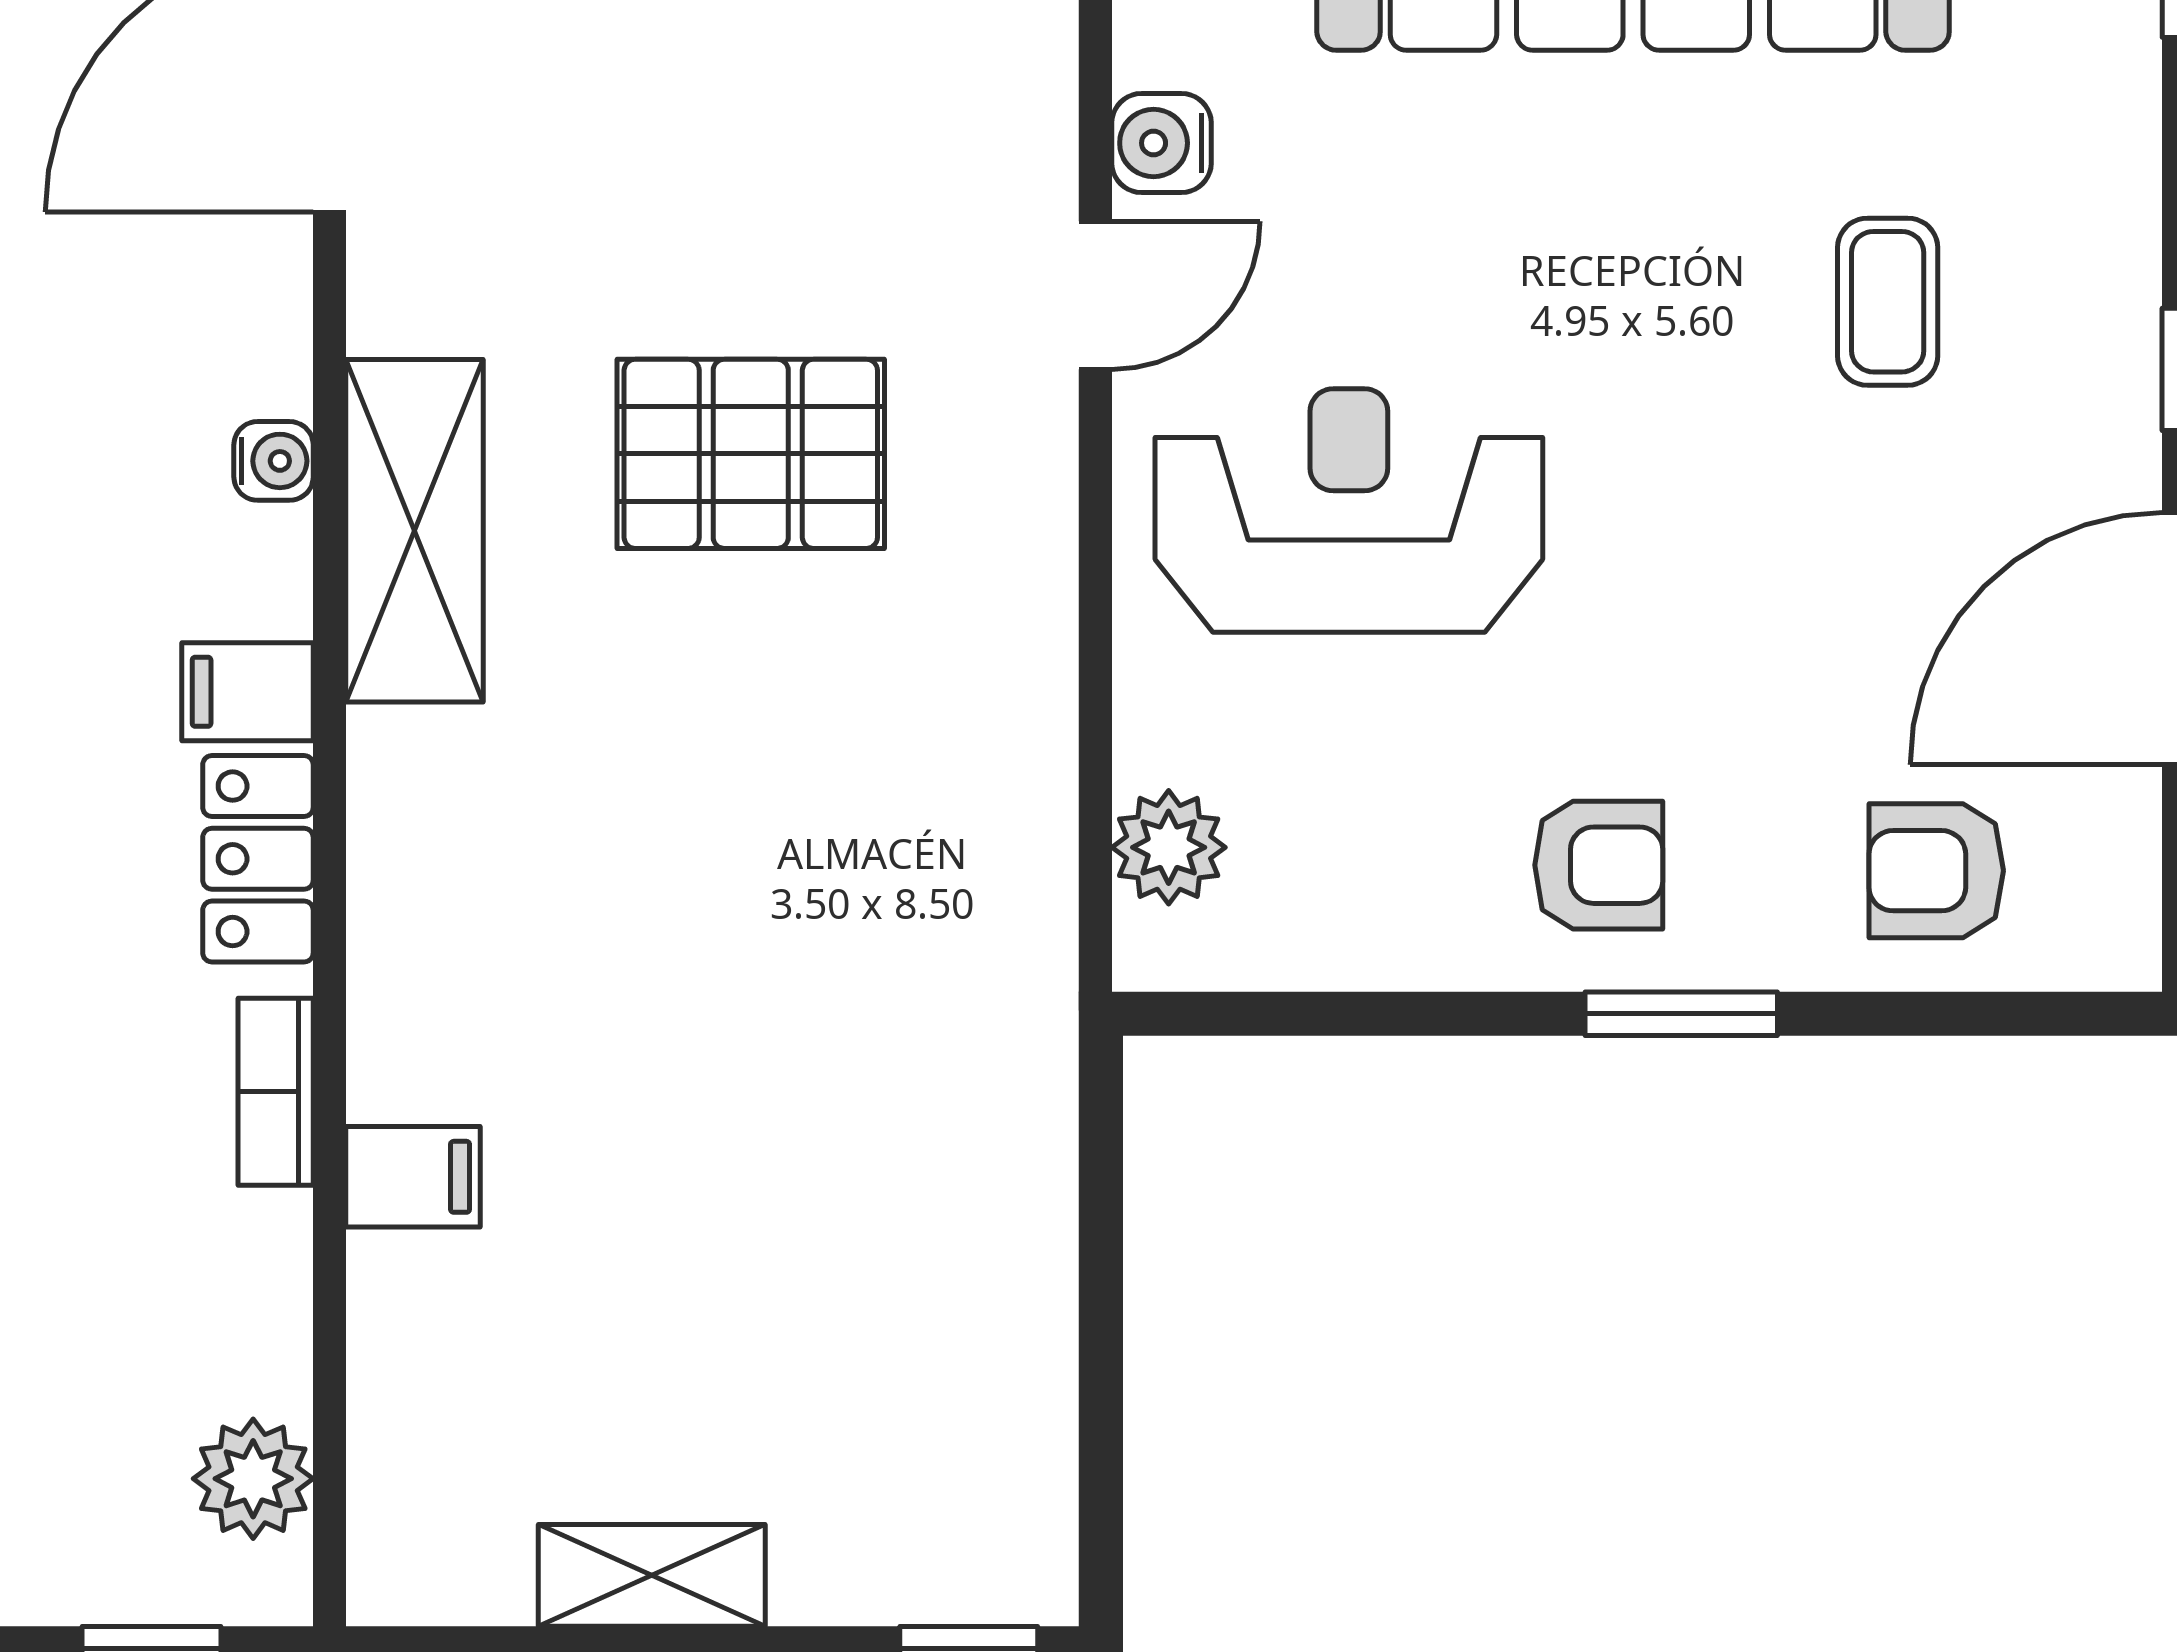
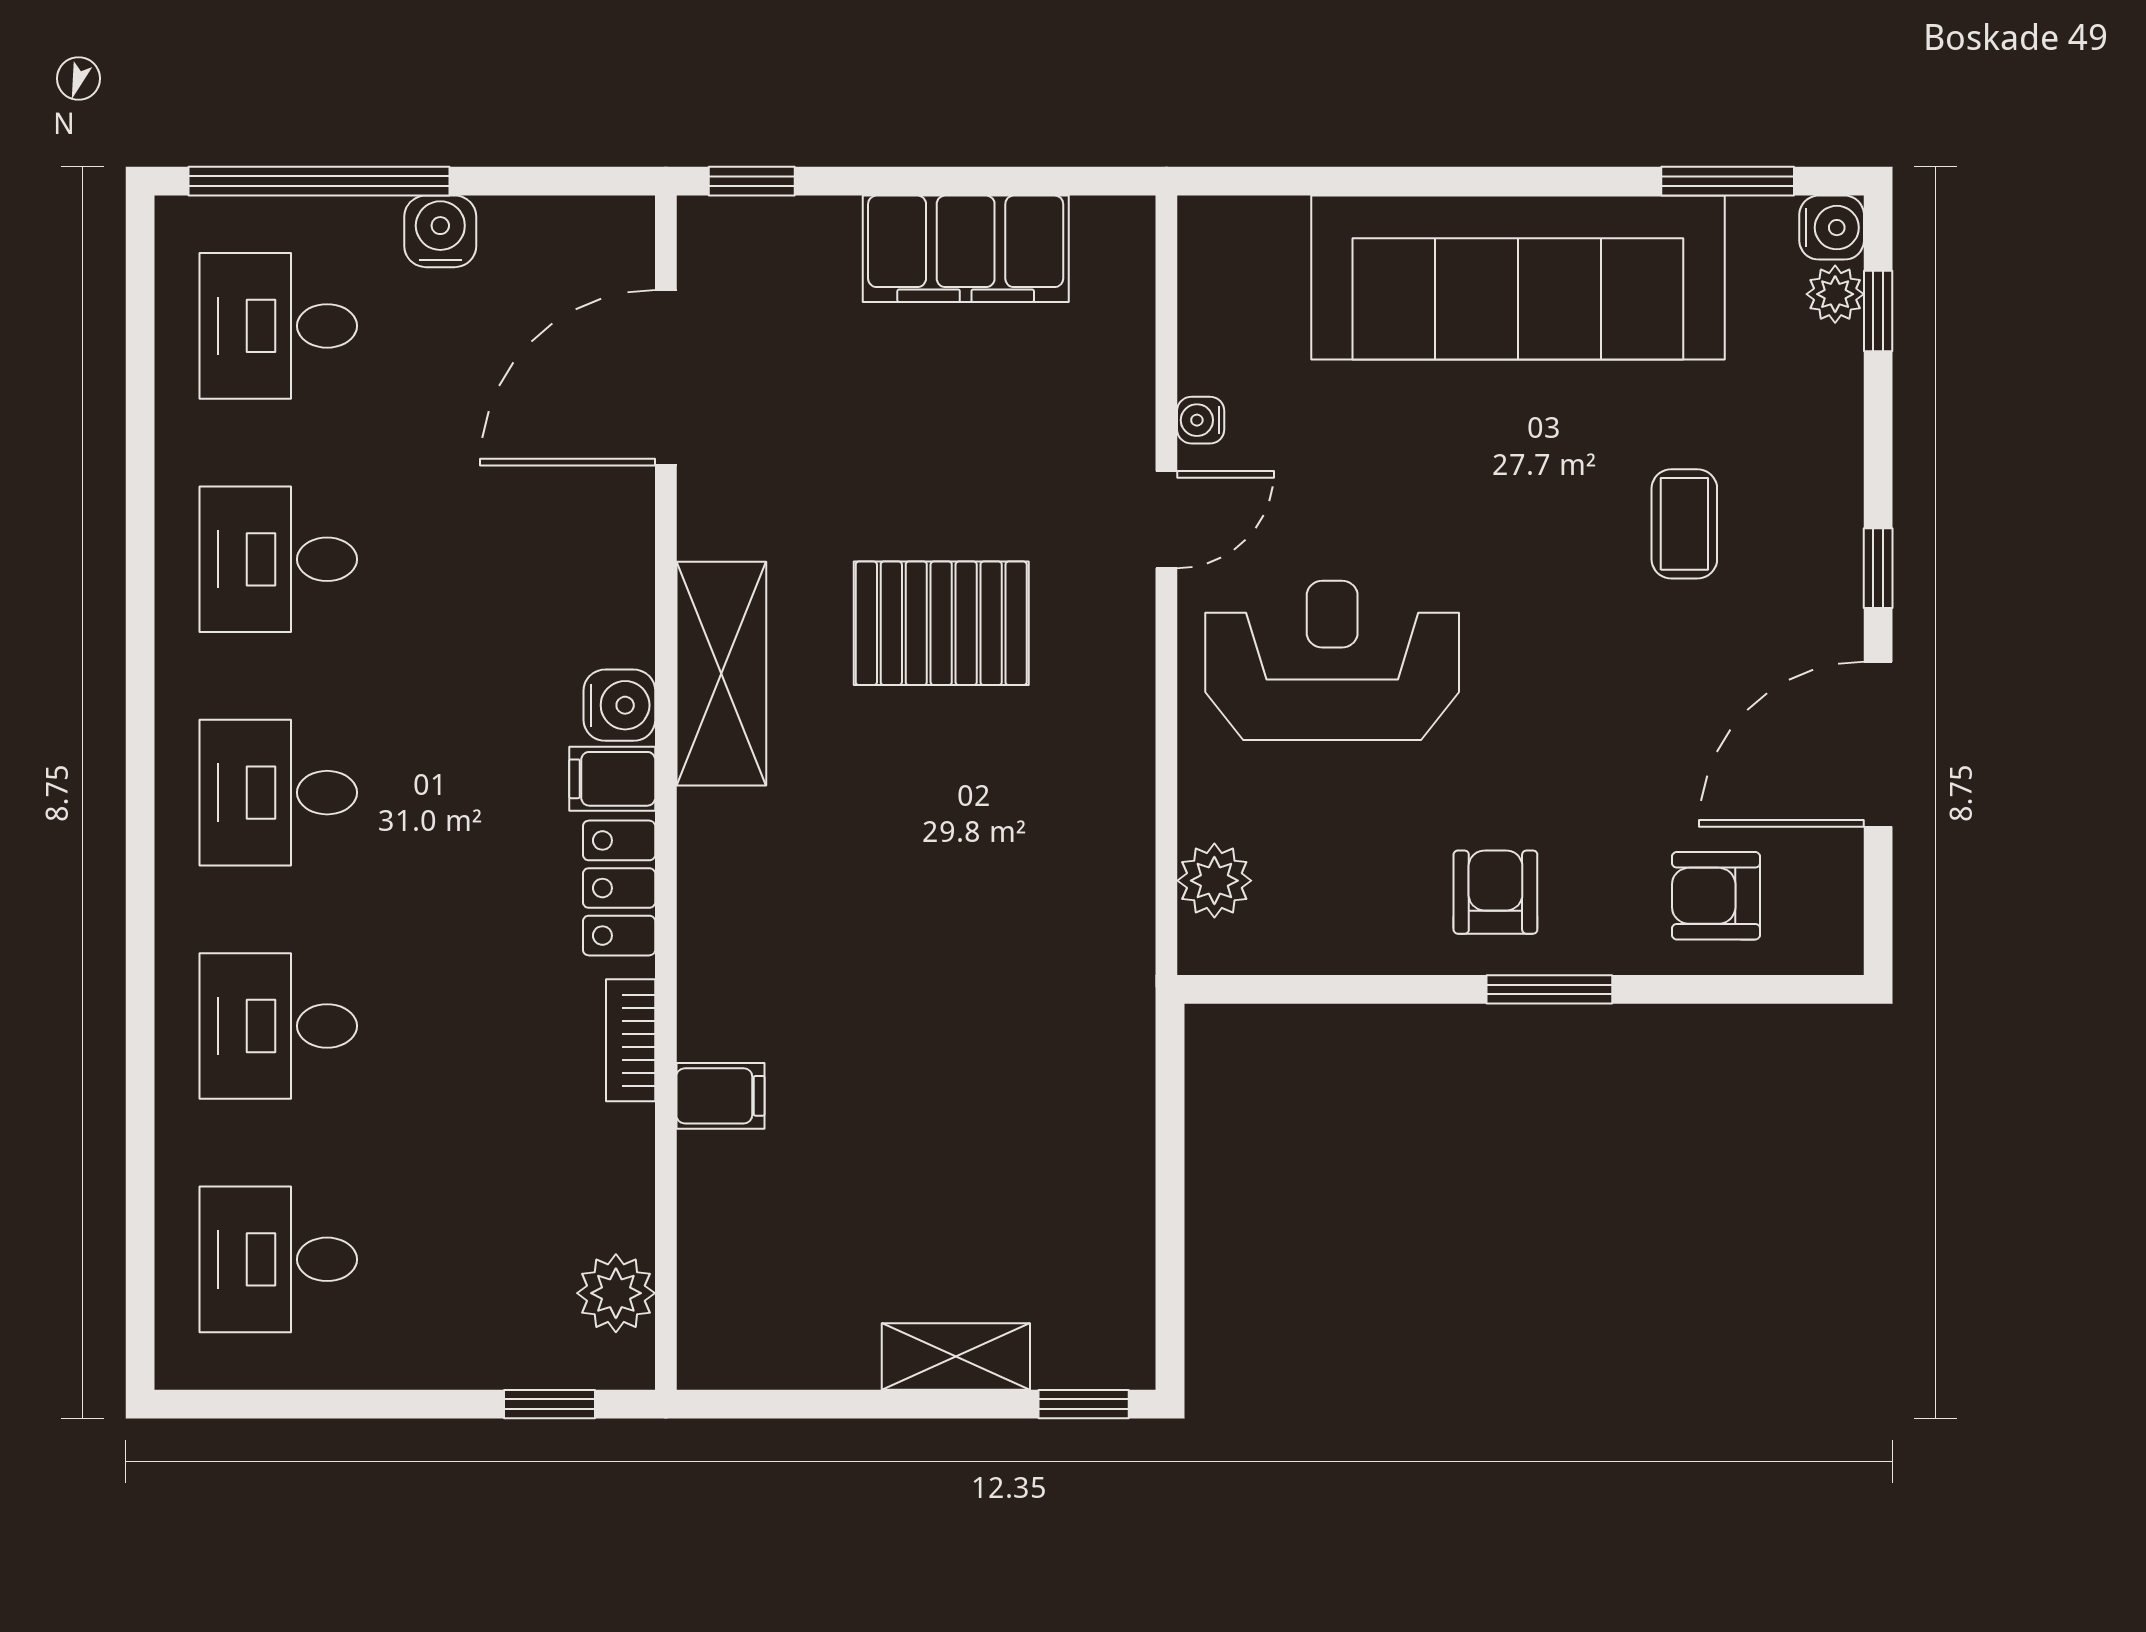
water cooler: (1161, 143) -> (1201, 420), width x0.72, depth x0.72
water cooler: (274, 461) -> (619, 705), moved, width x1.38, depth x1.38
armchair: (1599, 865) -> (1495, 892), turned -90
shelving: (652, 1575) -> (956, 1356), moved

